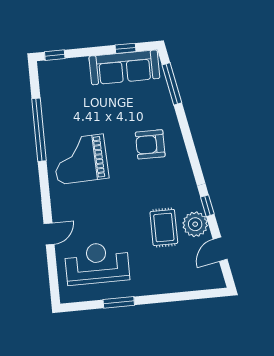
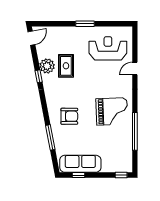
window: (172, 84) -> (50, 137), moved
door: (220, 249) -> (31, 38), moved
reception desk: (97, 263) -> (108, 48), turned 180
window: (119, 302) -> (85, 24), moved

